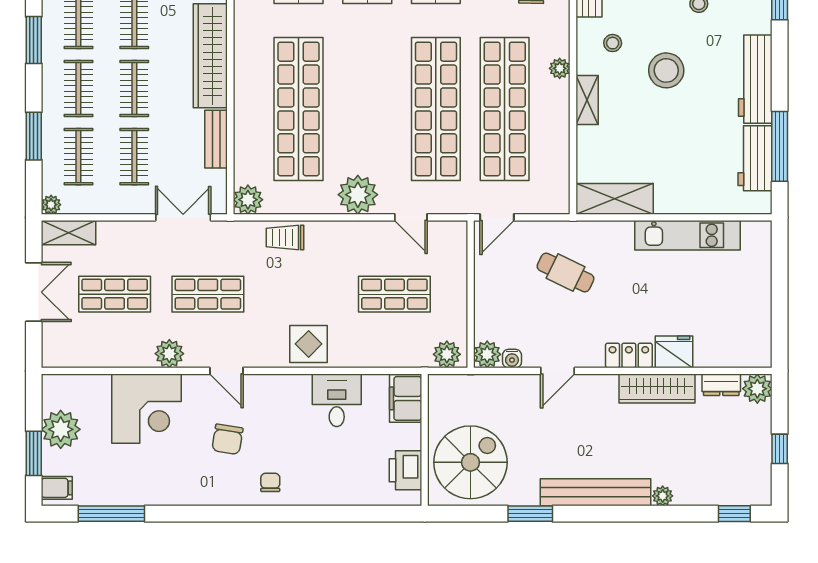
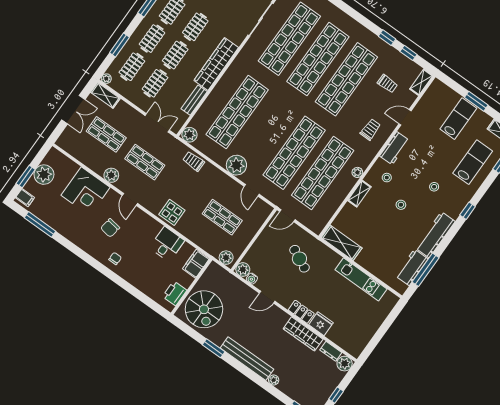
stool: (666, 70) -> (401, 205), width x0.53, depth x0.53
spiral stairs: (470, 462) -> (204, 309), turned 90

